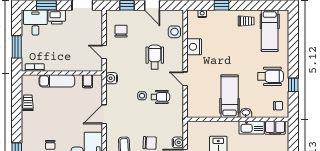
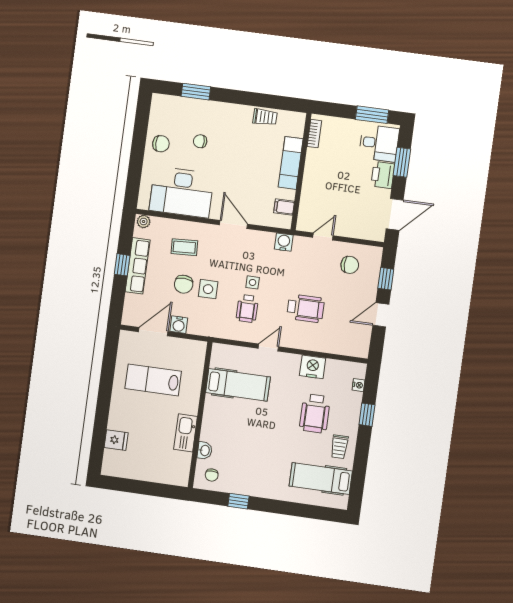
side table: (174, 32) -> (208, 289), moved
window: (17, 47) -> (372, 115), moved
wheelchair: (270, 76) -> (315, 413), moved
hospital bed: (230, 96) -> (238, 385), moved
washbasin: (246, 113) -> (205, 450), moved
filing cabinet: (275, 128) -> (181, 466), removed

